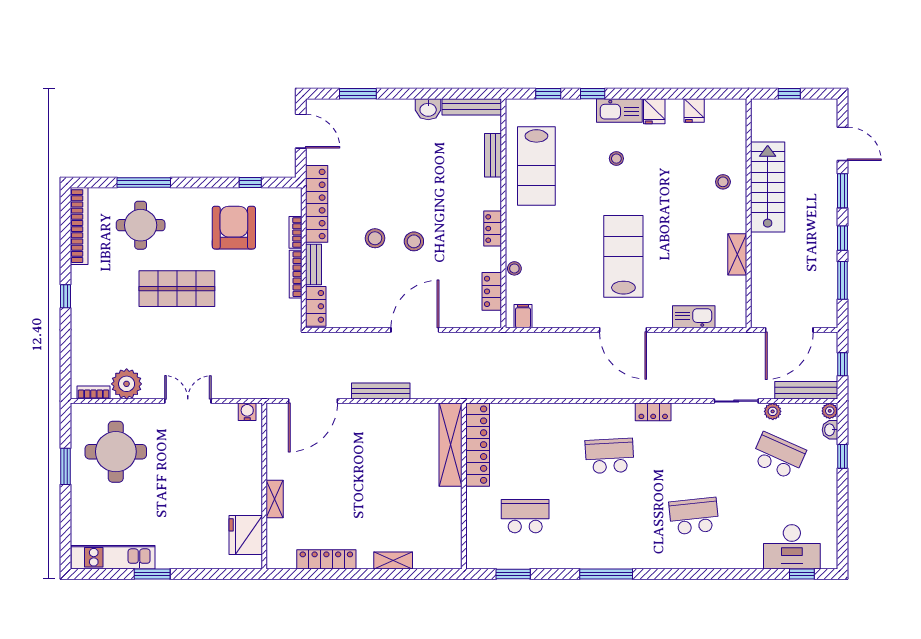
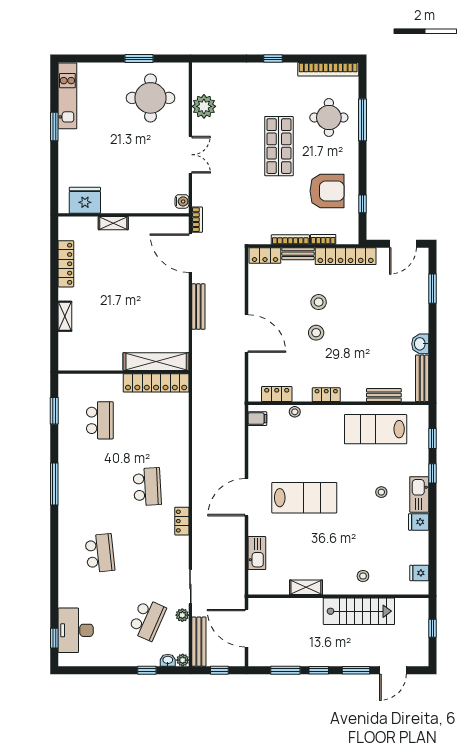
fridge: (694, 110) -> (419, 573), moved
bookcase: (93, 393) -> (197, 220), moved

